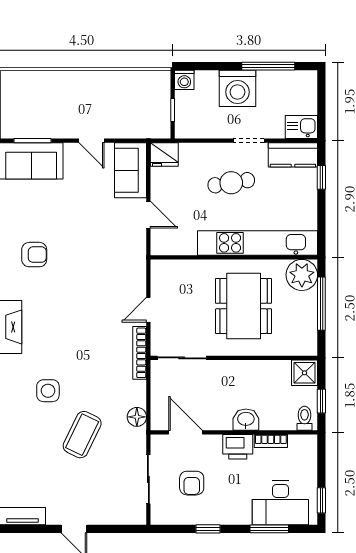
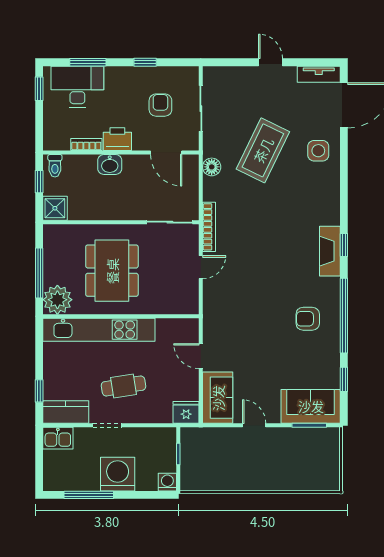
side table: (48, 391) -> (318, 151), moved
coffee table: (82, 435) -> (263, 150), width x1.36, depth x1.32

